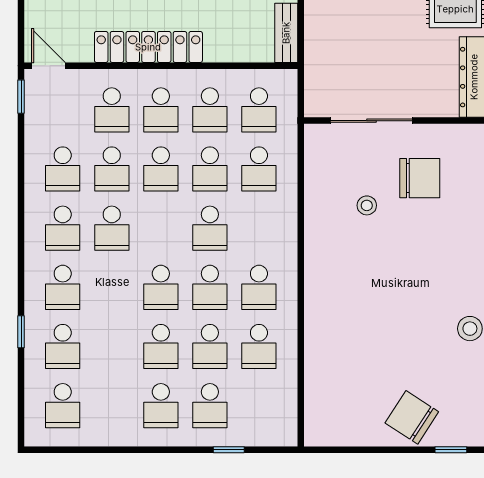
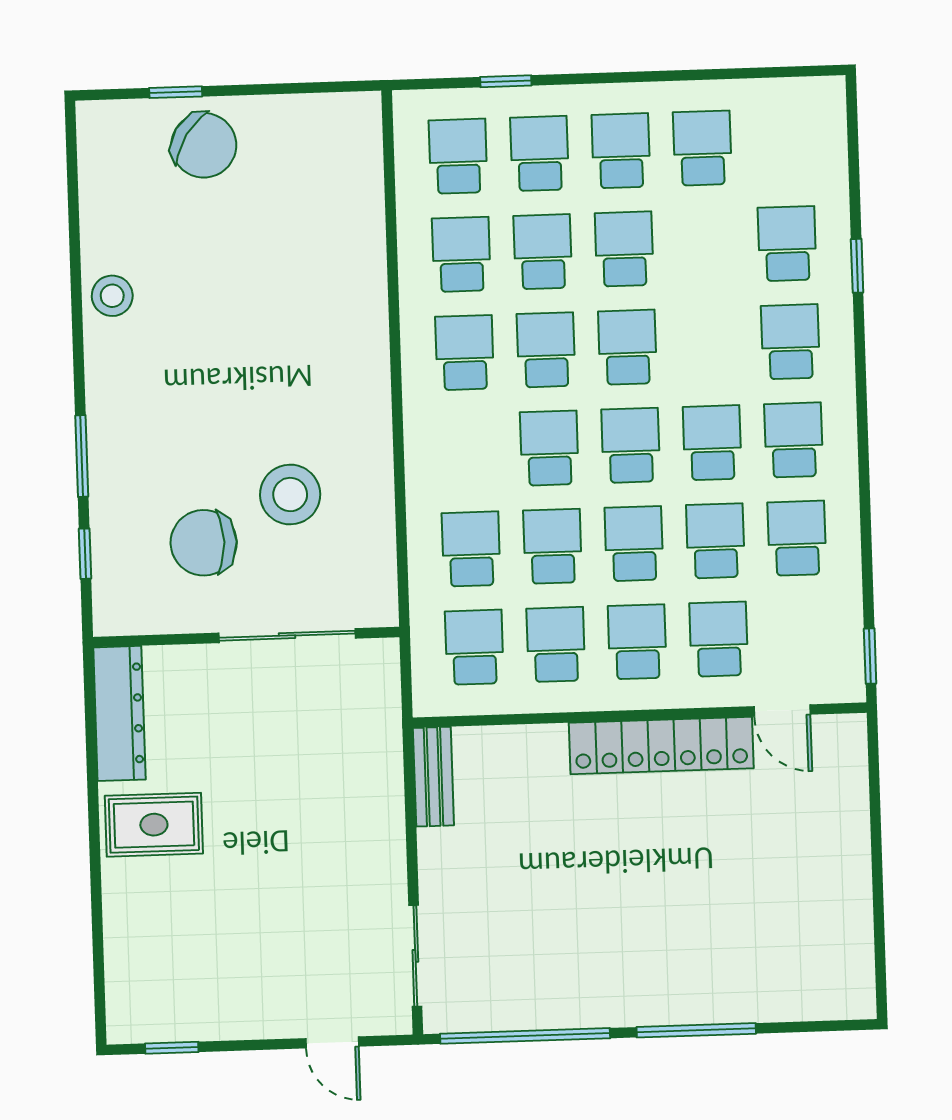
door: (48, 66) -> (782, 710), moved
stool: (367, 205) -> (290, 495), width x1.89, depth x1.89
school desk: (161, 228) -> (631, 445), added
school desk: (63, 406) -> (702, 148), moved
school desk: (259, 406) -> (458, 156), added
window: (451, 450) -> (176, 92), moved

